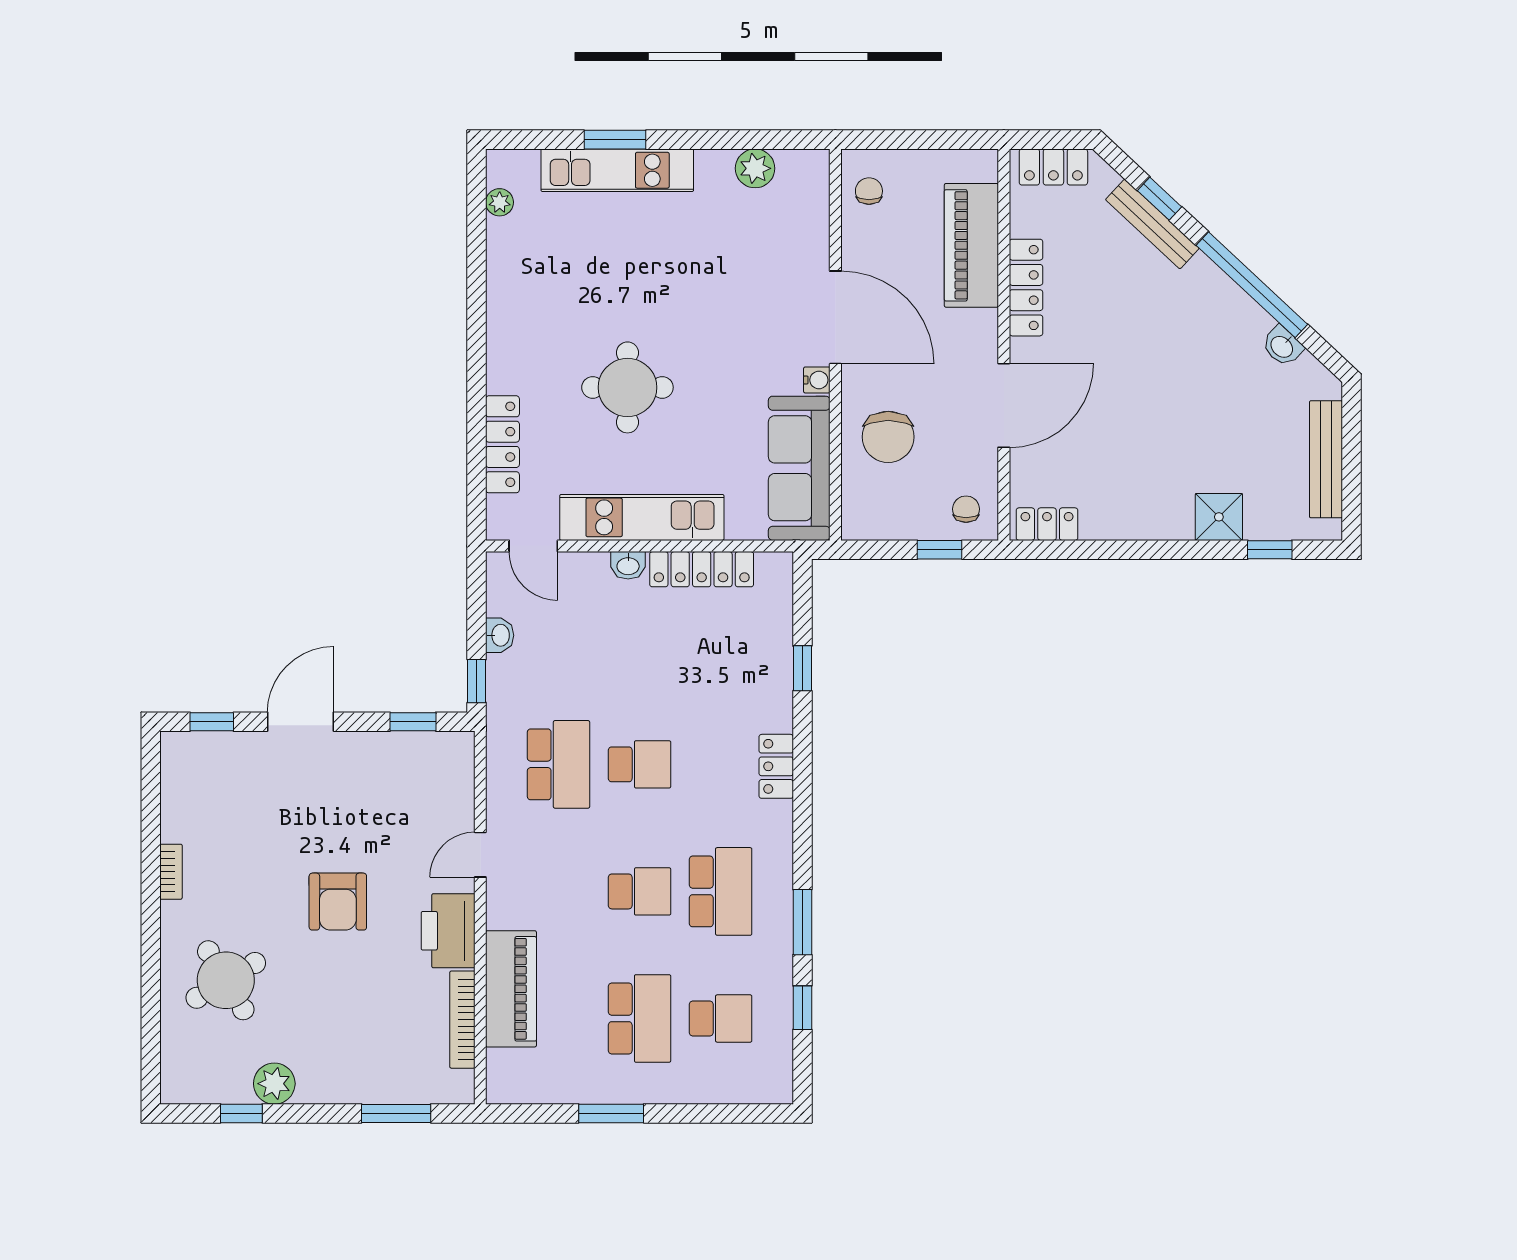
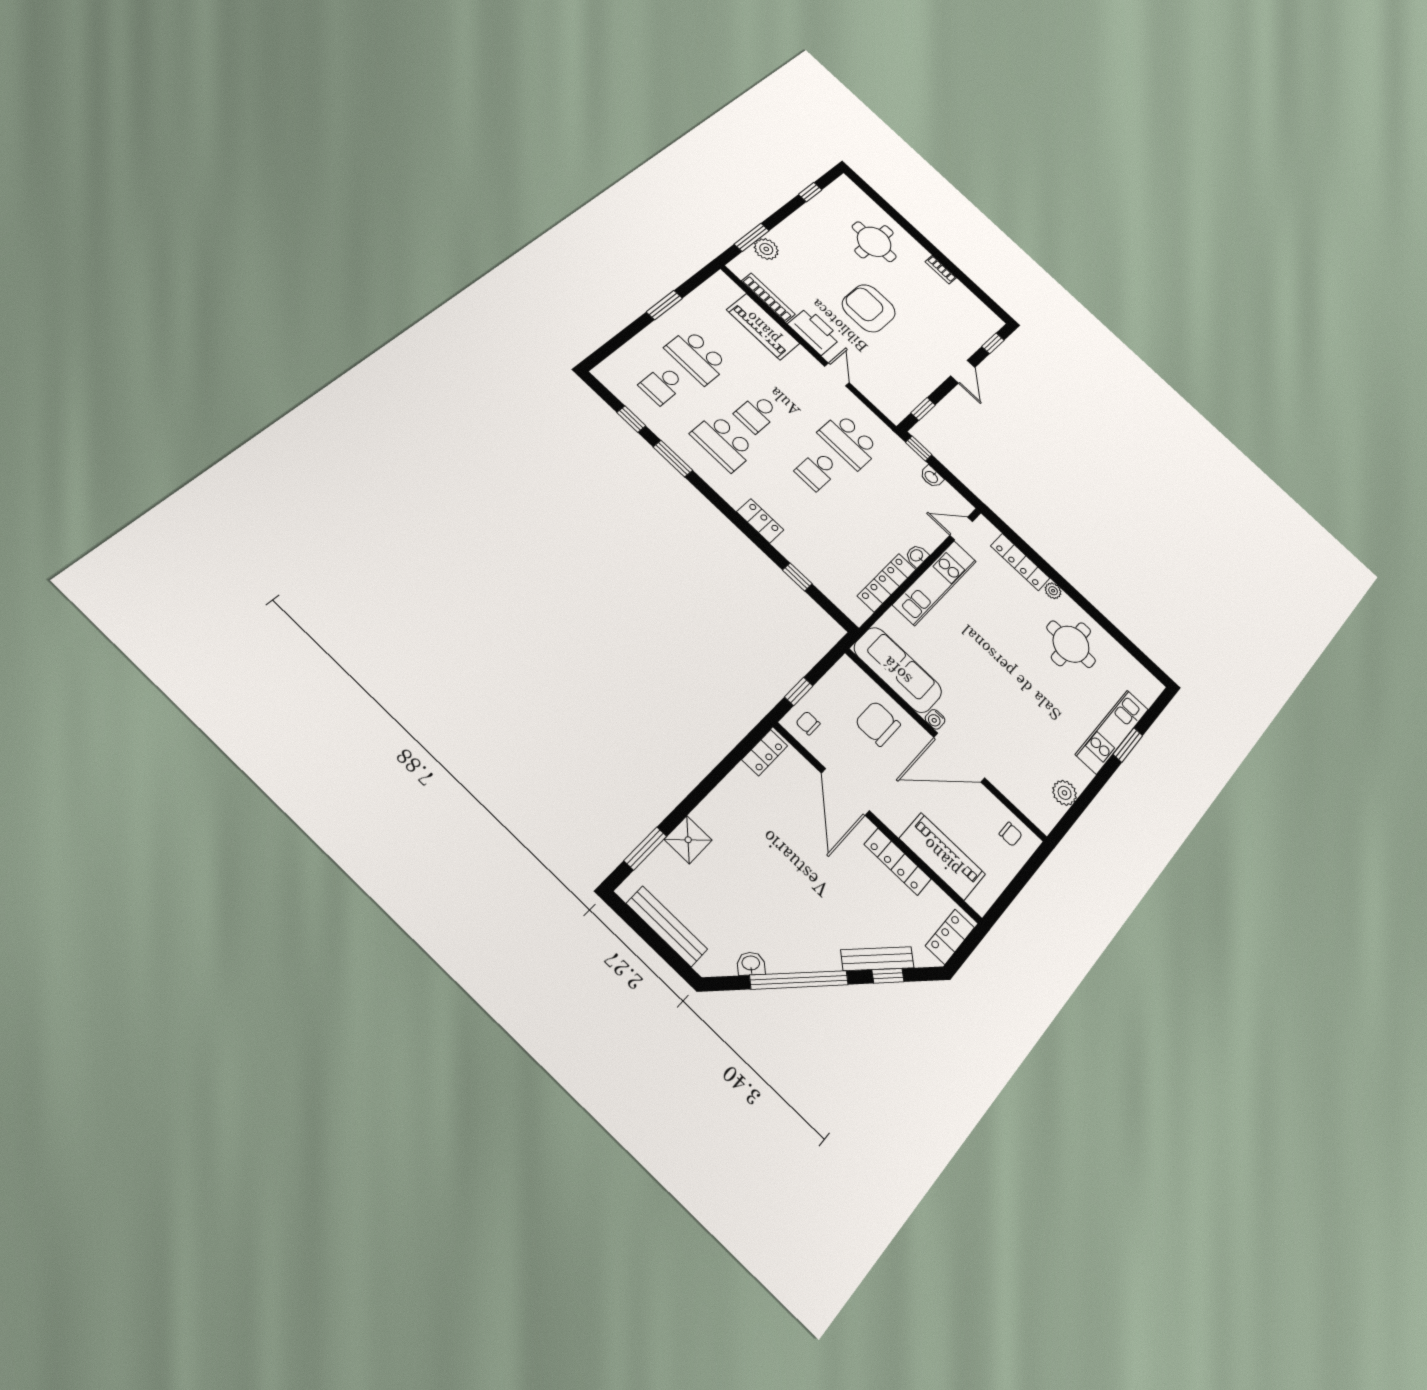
plant: (500, 202) -> (1053, 591), moved
round table: (627, 387) -> (1071, 644), moved
chair: (966, 509) -> (808, 723), turned 180
window: (1270, 550) -> (645, 848), width x1.50
door: (301, 722) -> (963, 372), width x0.73
armchair: (338, 902) -> (869, 308), width x1.36, depth x1.36
round table: (226, 980) -> (874, 242), turned 31
plant: (274, 1084) -> (766, 249), moved

